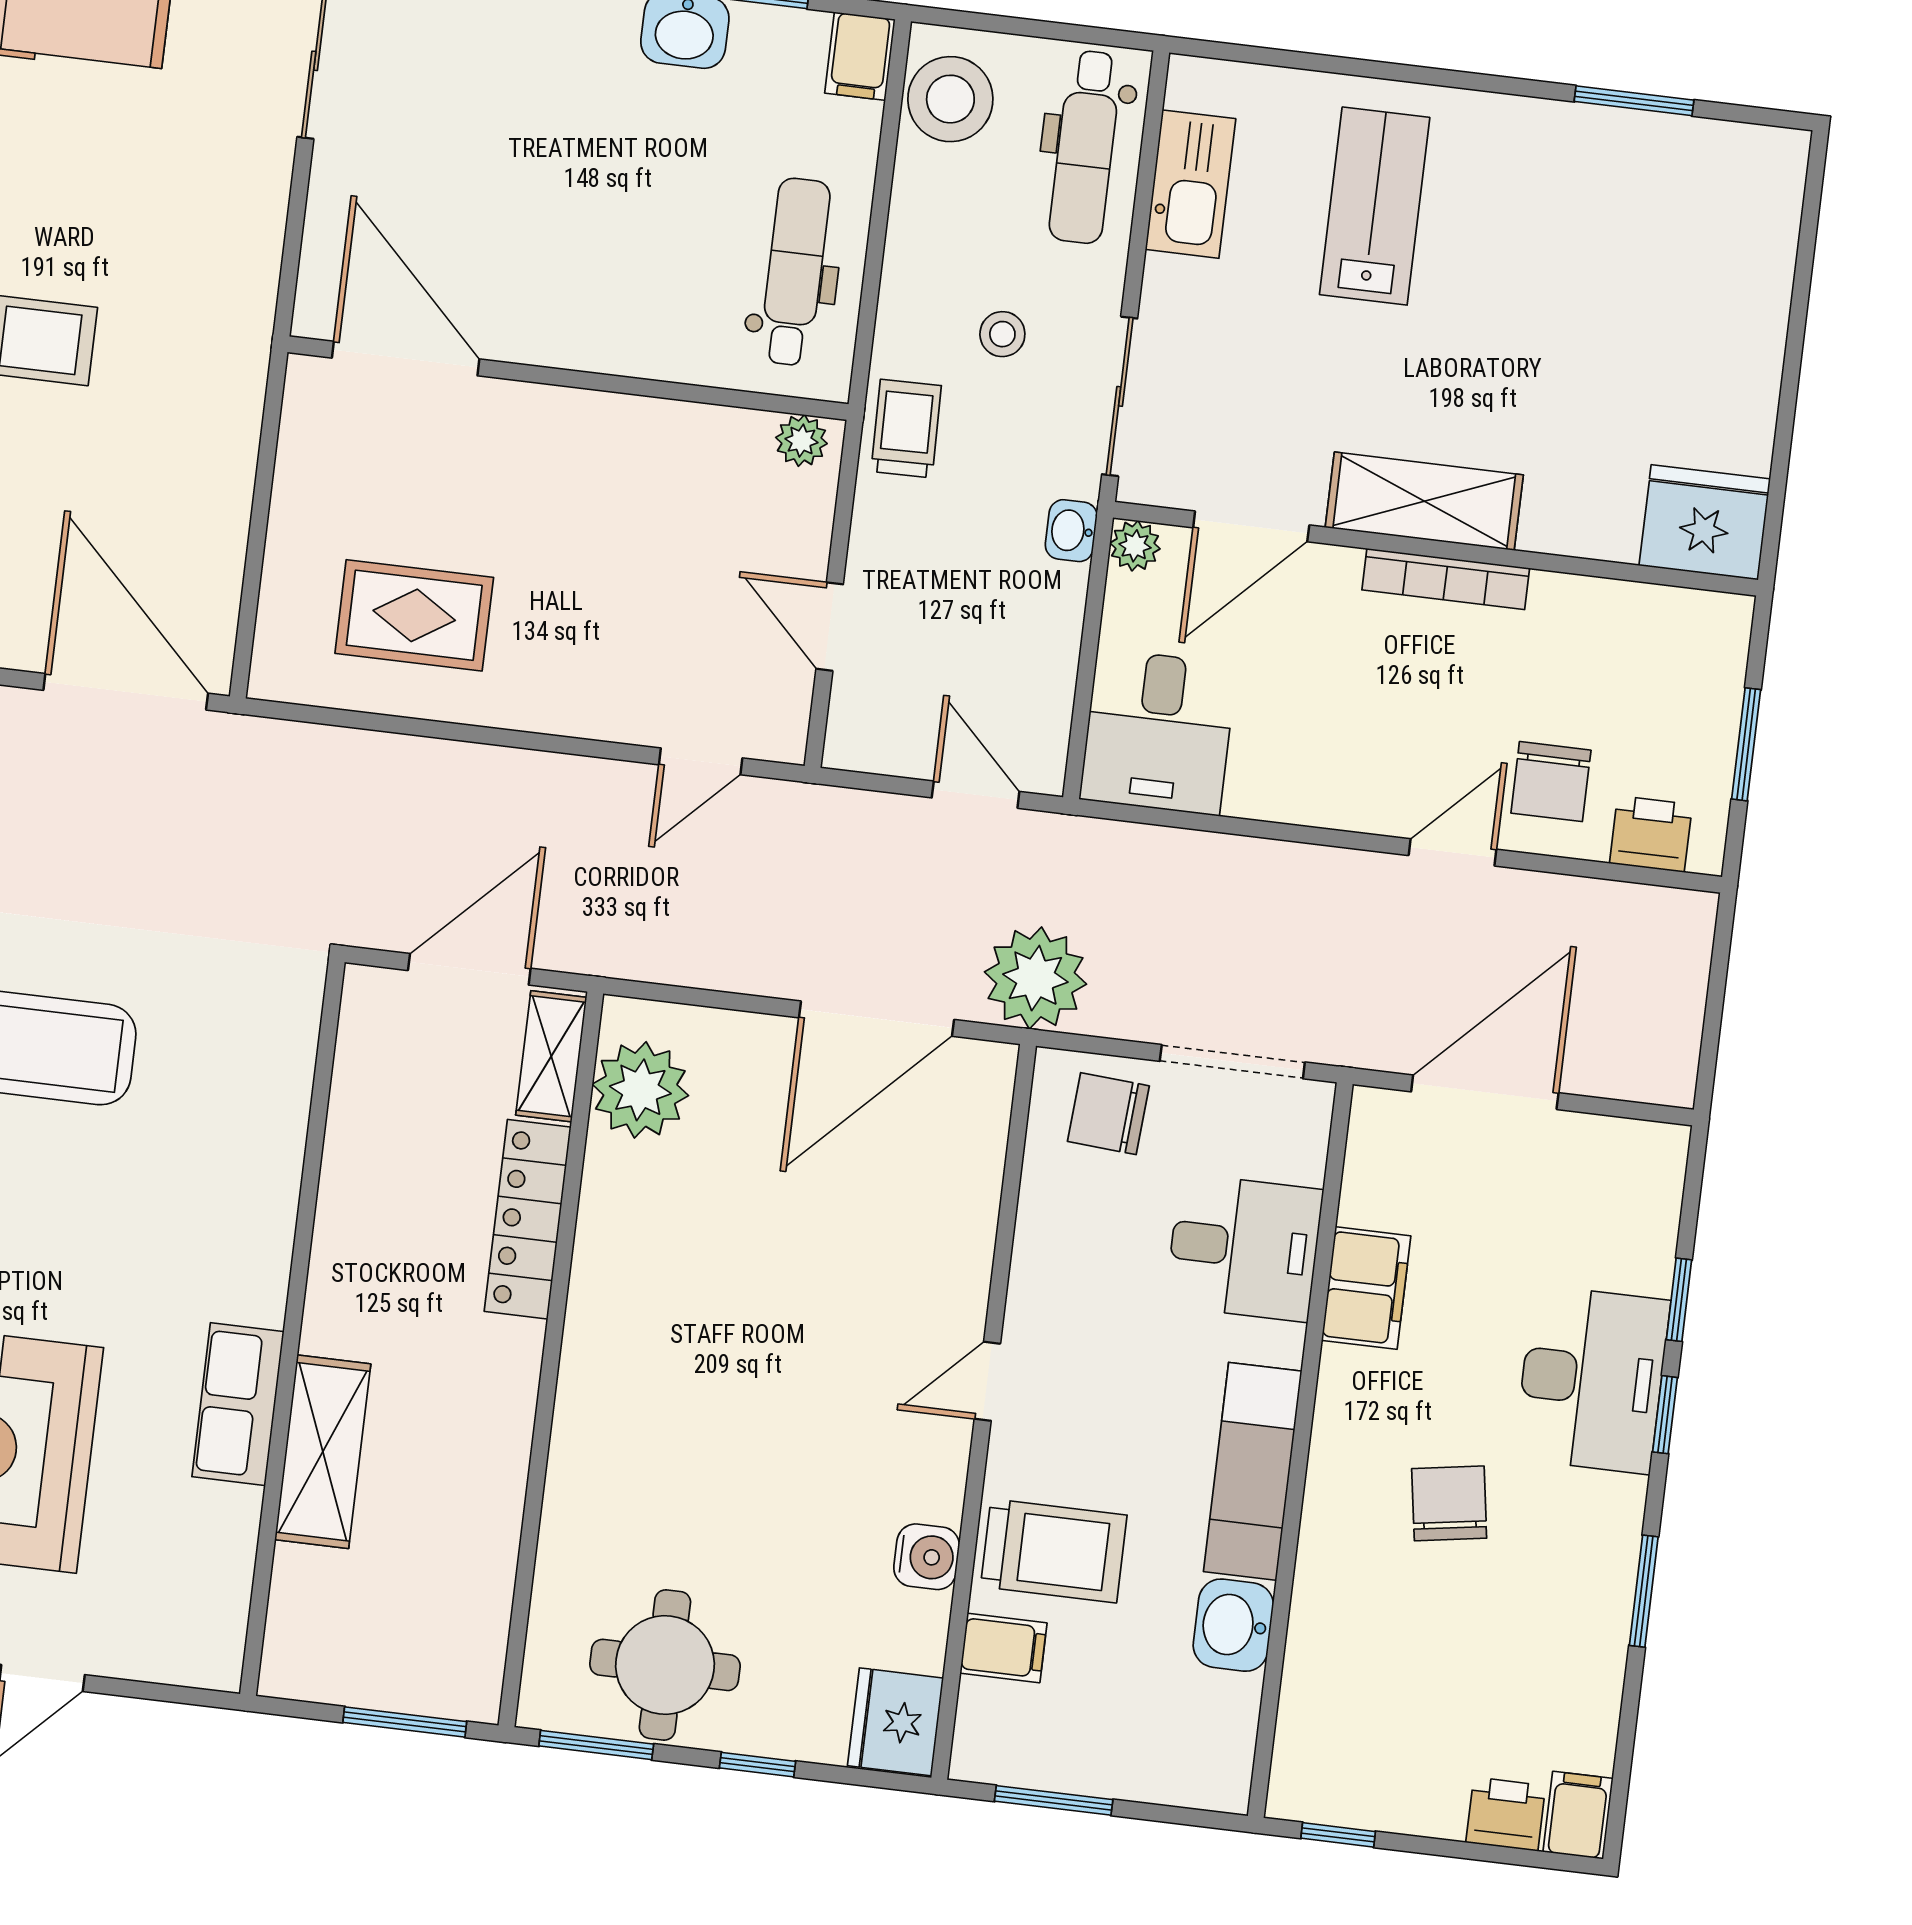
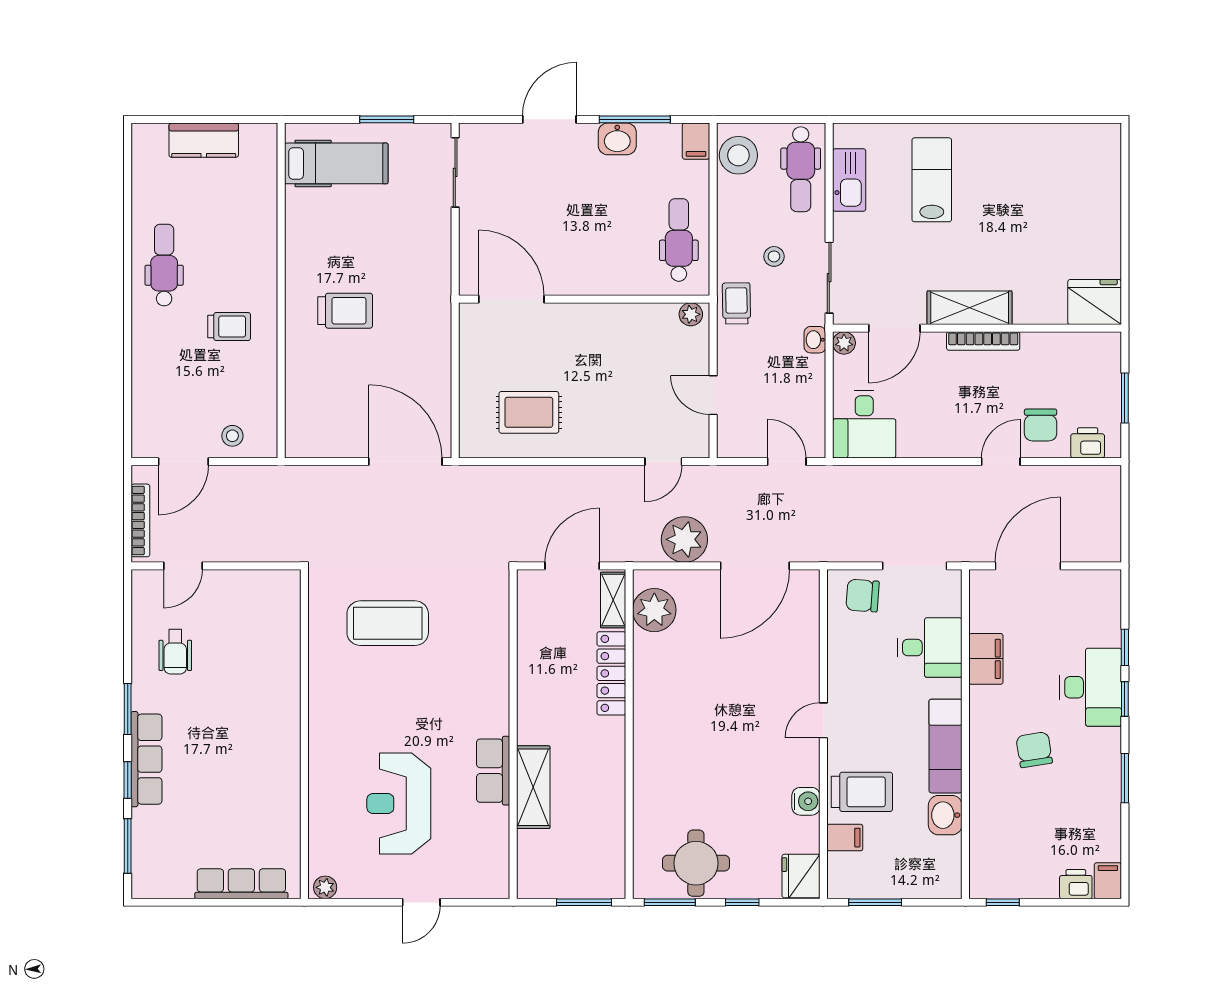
window: (1634, 101) -> (1041, 119), removed
plant: (1035, 978) -> (684, 539), moved

